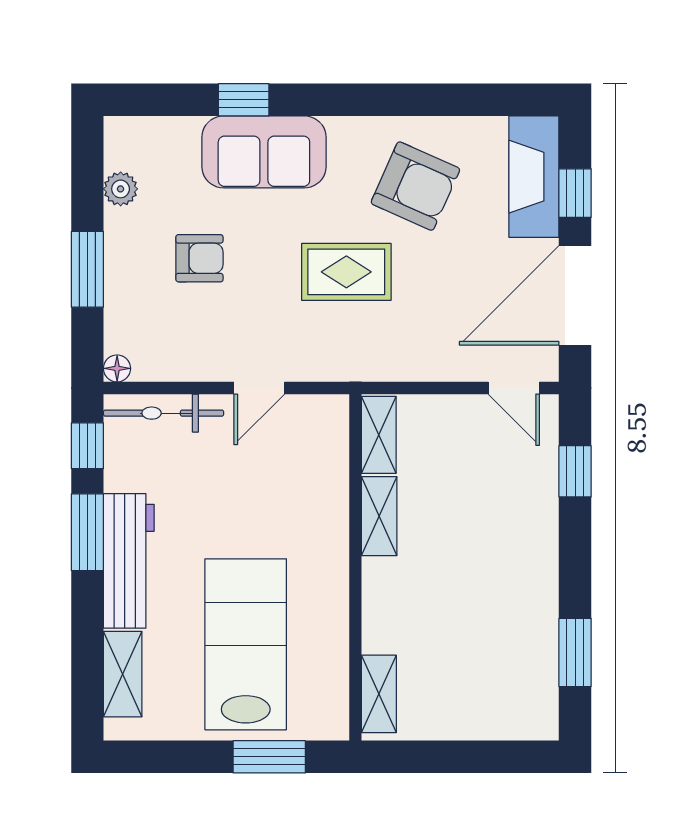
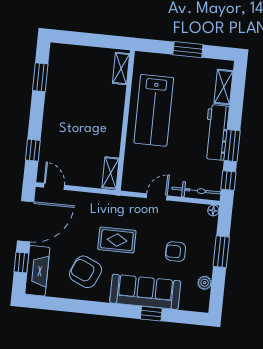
sofa: (264, 152) -> (145, 292), width x1.36
shelving: (379, 516) -> (114, 140), removed
lab bench: (246, 644) -> (154, 110), moved
window: (269, 757) -> (188, 50), moved

